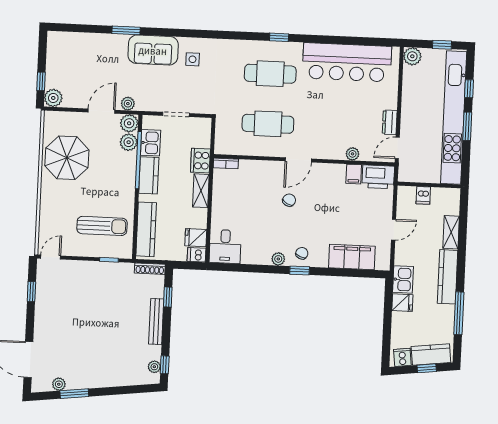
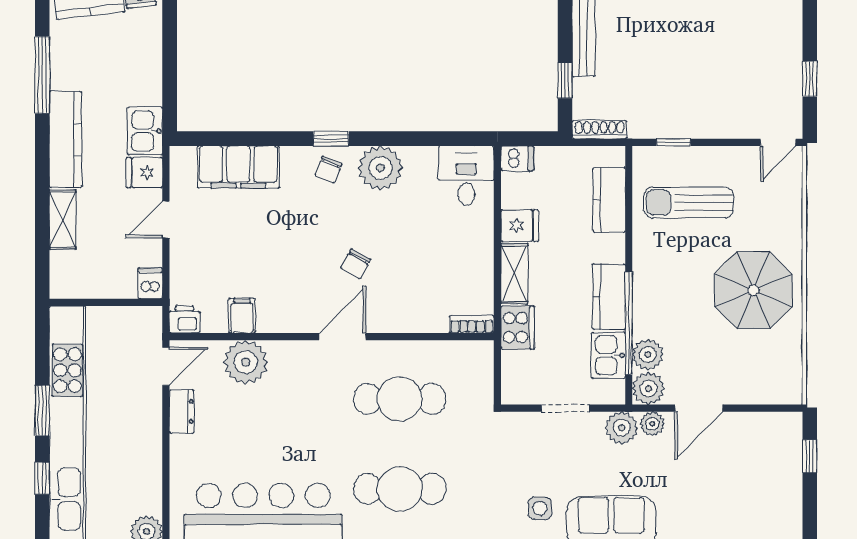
plant: (53, 98) -> (622, 428), moved
plant: (353, 154) -> (246, 362), width x1.88, depth x1.88
parasol: (67, 158) -> (753, 290), moved
printer: (378, 177) -> (185, 319), width x0.53, depth x0.68
dishwasher: (423, 195) -> (150, 283), moved
kitchen counter: (146, 229) -> (609, 200), width x0.67
fridge: (196, 238) -> (520, 226), moved
plant: (278, 259) -> (380, 168), width x1.88, depth x1.88
fridge: (402, 303) -> (144, 173), moved

